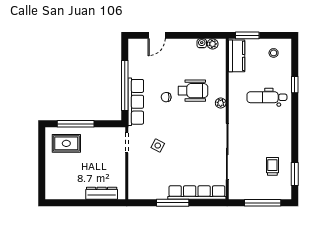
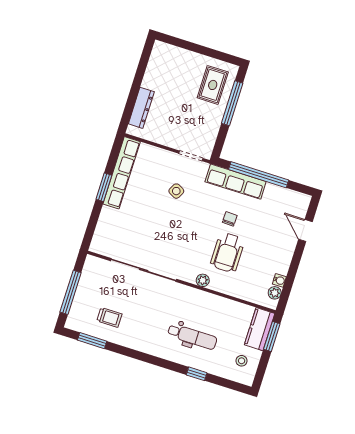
kitchen counter: (237, 56) -> (260, 329), moved, turned 90
dental chair: (267, 97) -> (192, 337), turned 90
row of seats: (197, 193) -> (122, 173), moved
window: (173, 203) -> (104, 187), width x0.69

